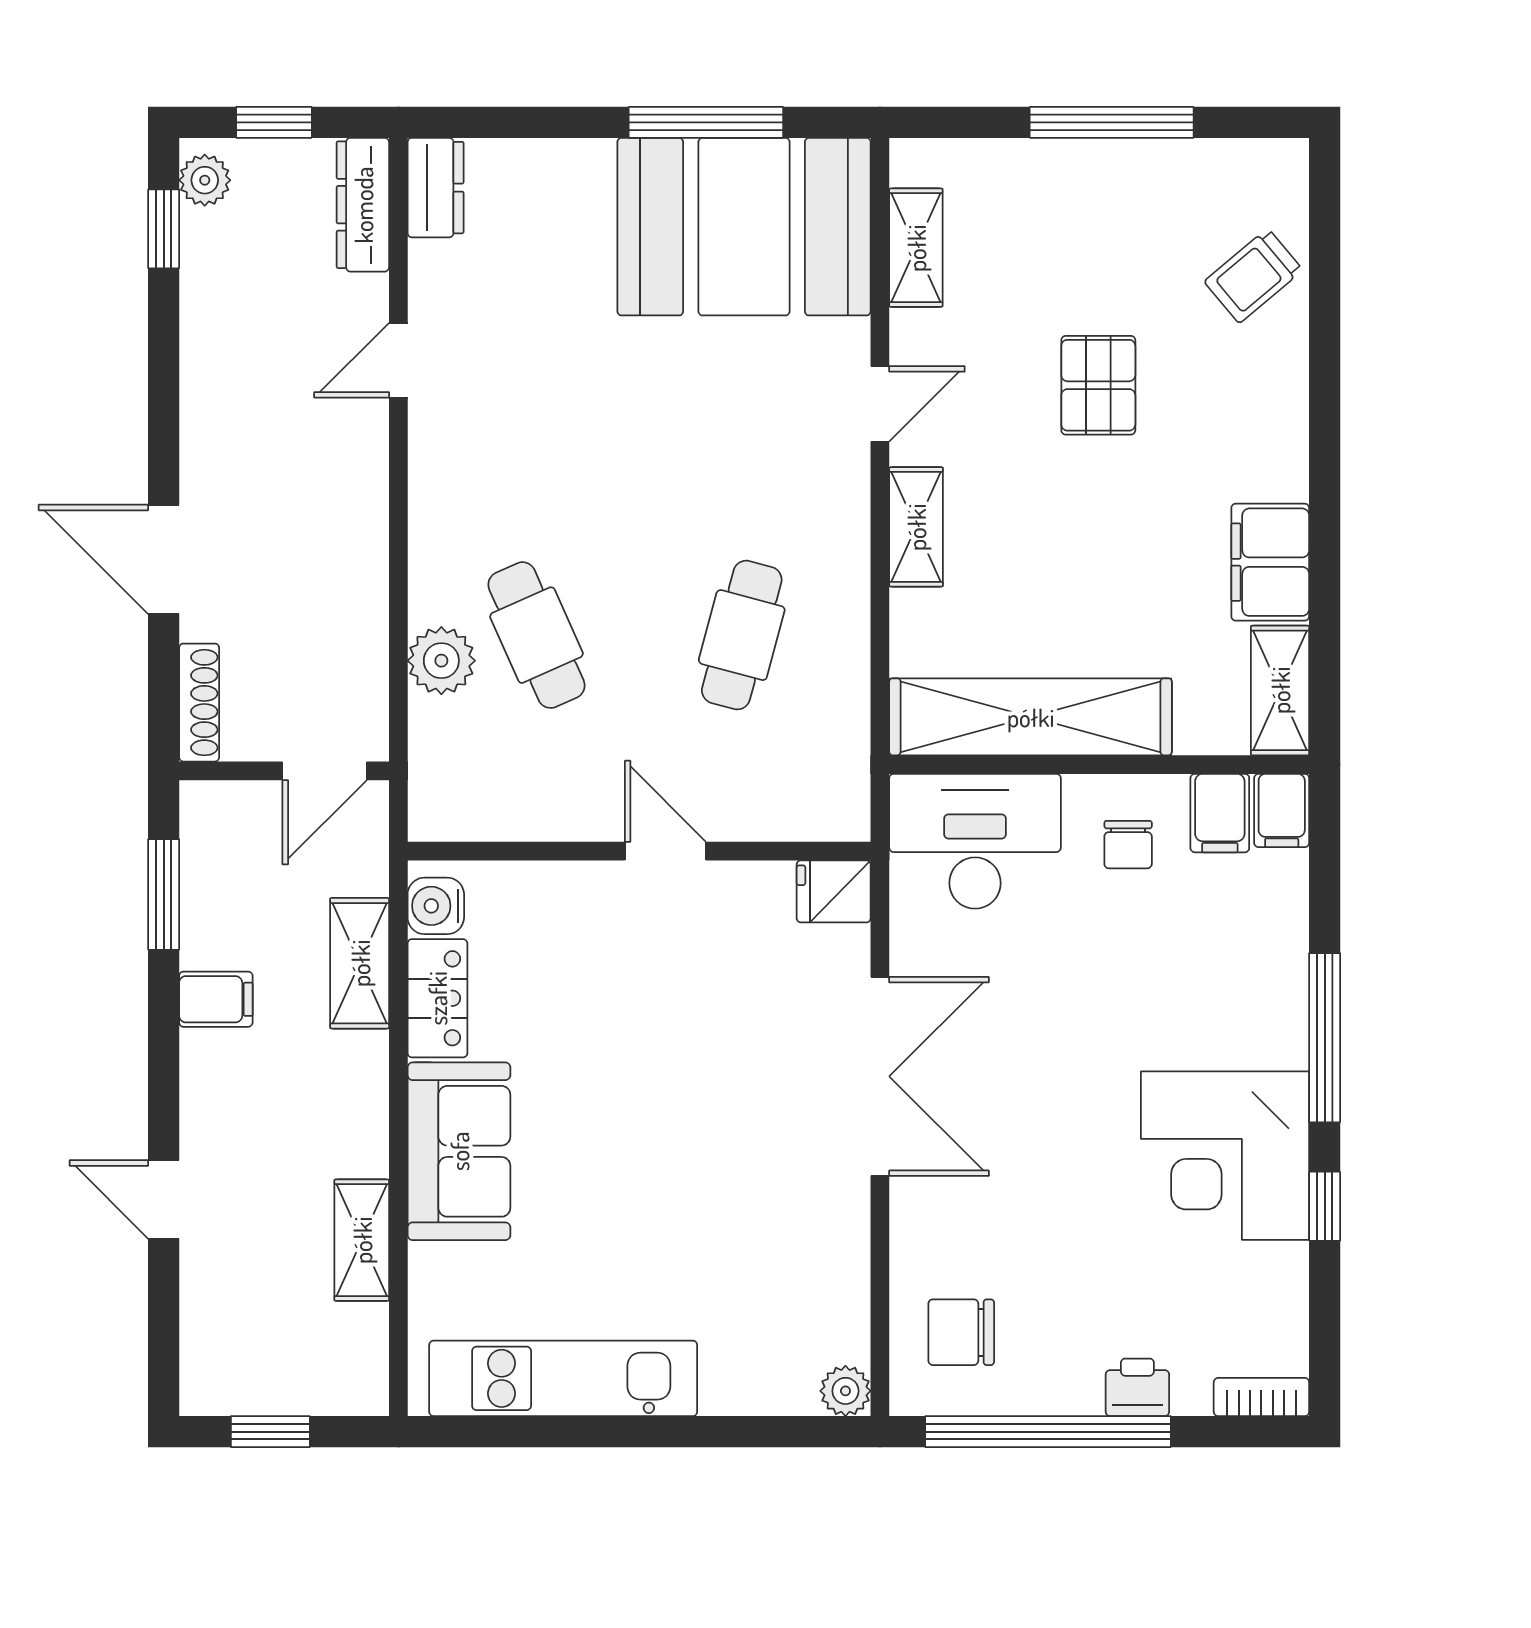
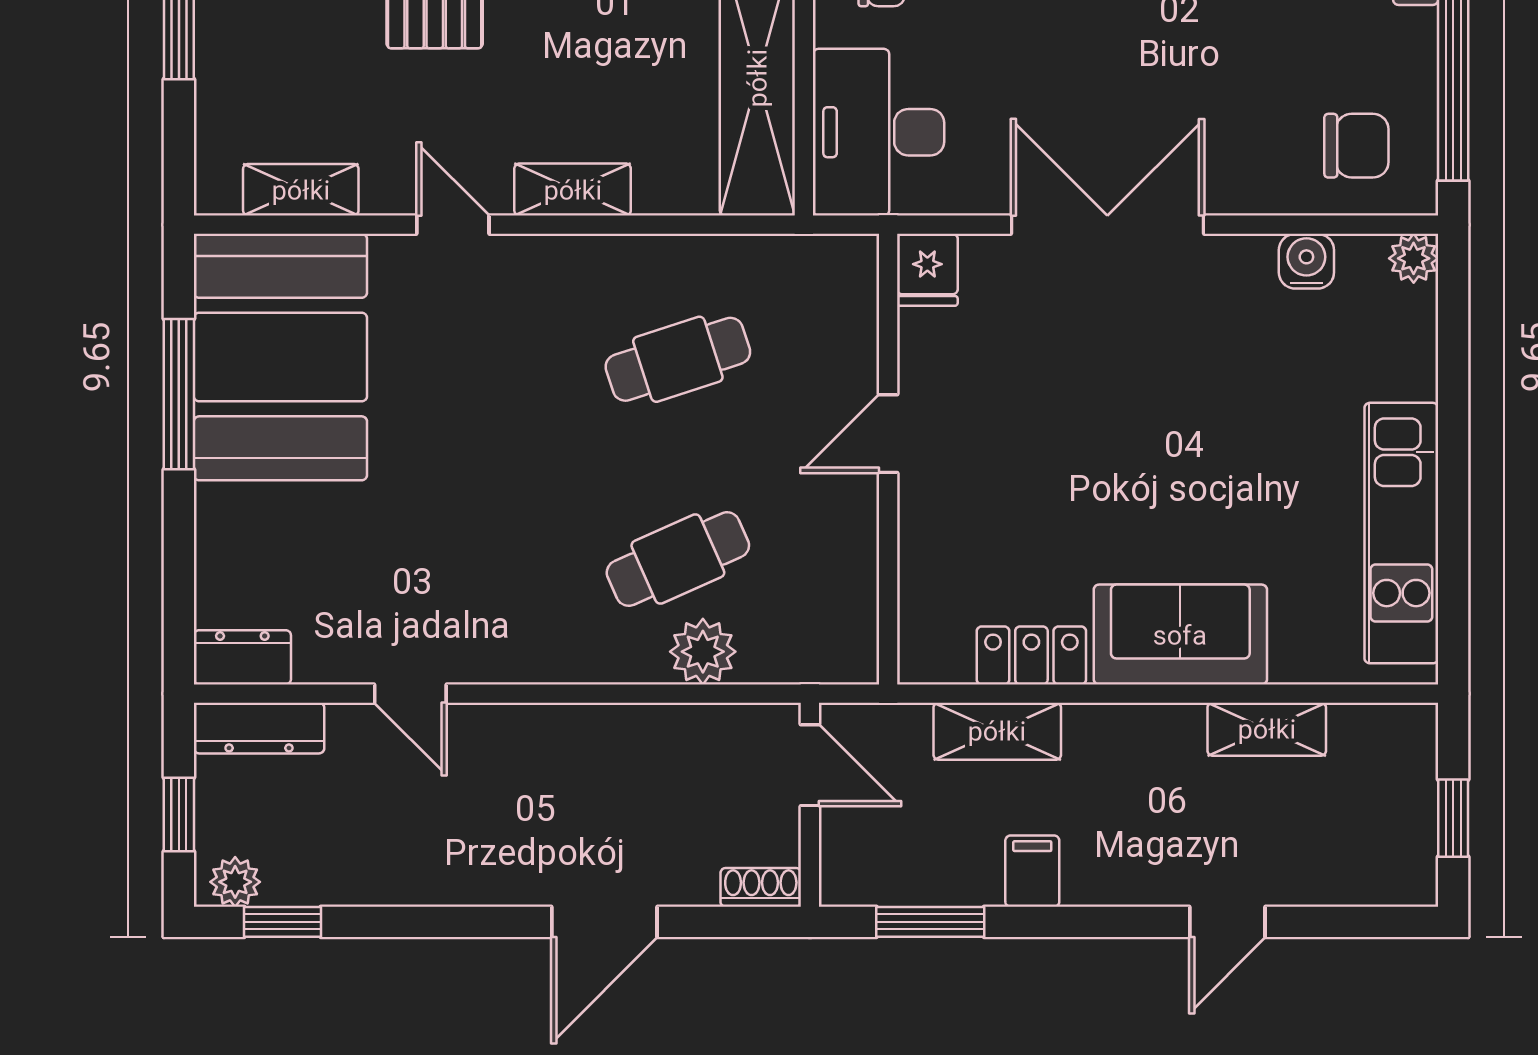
cafe table: (742, 635) -> (678, 359), turned -33
shoe rack: (199, 703) -> (761, 887), width x0.70
water cooler: (436, 906) -> (1306, 261), moved, turned 180
chair: (961, 1332) -> (1356, 146), turned -90

